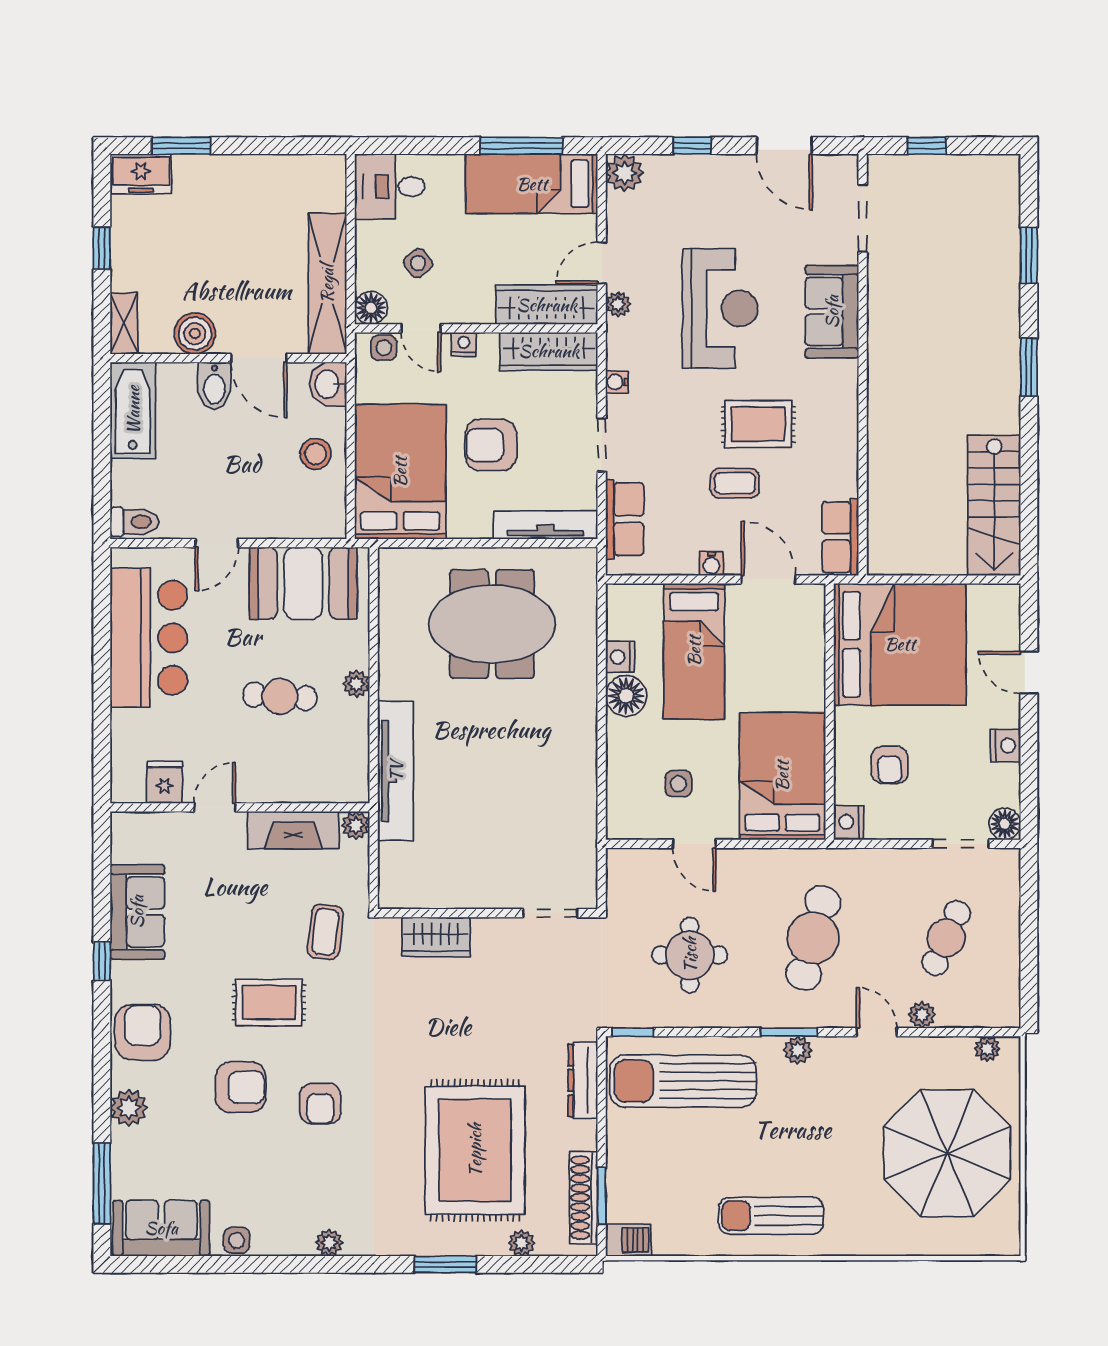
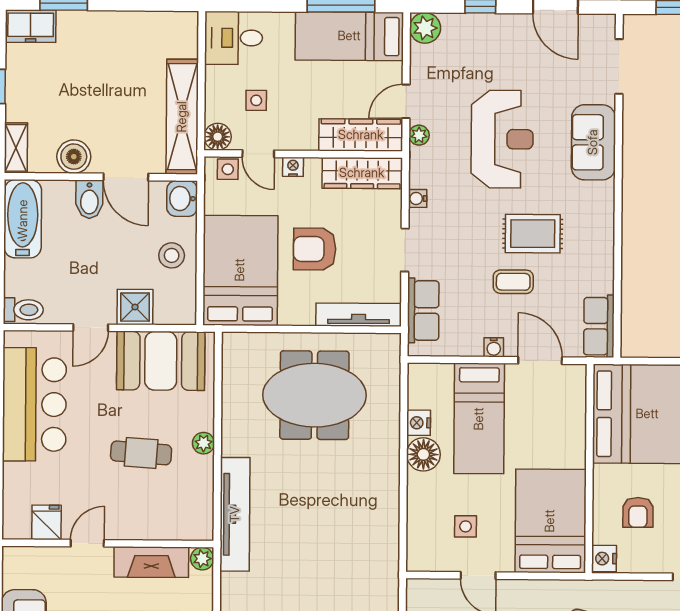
side table: (418, 263) -> (256, 100), turned 37
shower: (271, 517) -> (135, 307), added

